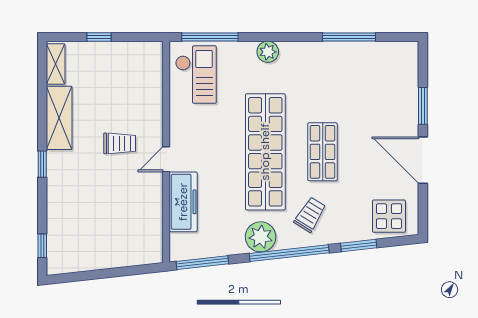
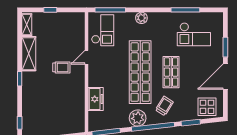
checkout: (365, 82) -> (194, 34), added
door: (166, 159) -> (86, 57), moved
door: (423, 160) -> (225, 77), hinge flipped
freezer: (183, 202) -> (96, 99), width x0.71

